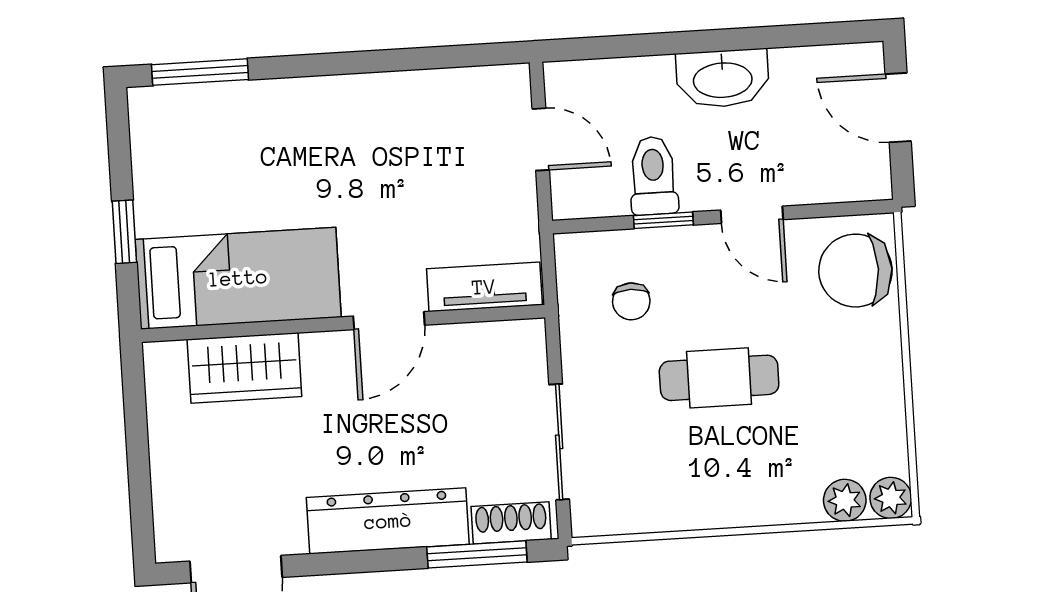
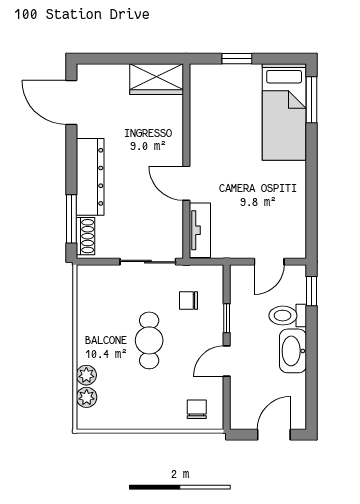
window: (596, 48) -> (312, 291), added
toilet: (653, 176) -> (288, 316), moved, turned 180
chair: (855, 271) -> (197, 409), width x0.54, depth x0.54
bed: (238, 278) -> (284, 112), moved
wardrobe: (244, 368) -> (157, 79), moved, turned -90
sliding door: (559, 442) -> (148, 262), moved
plant: (891, 498) -> (86, 375), moved

